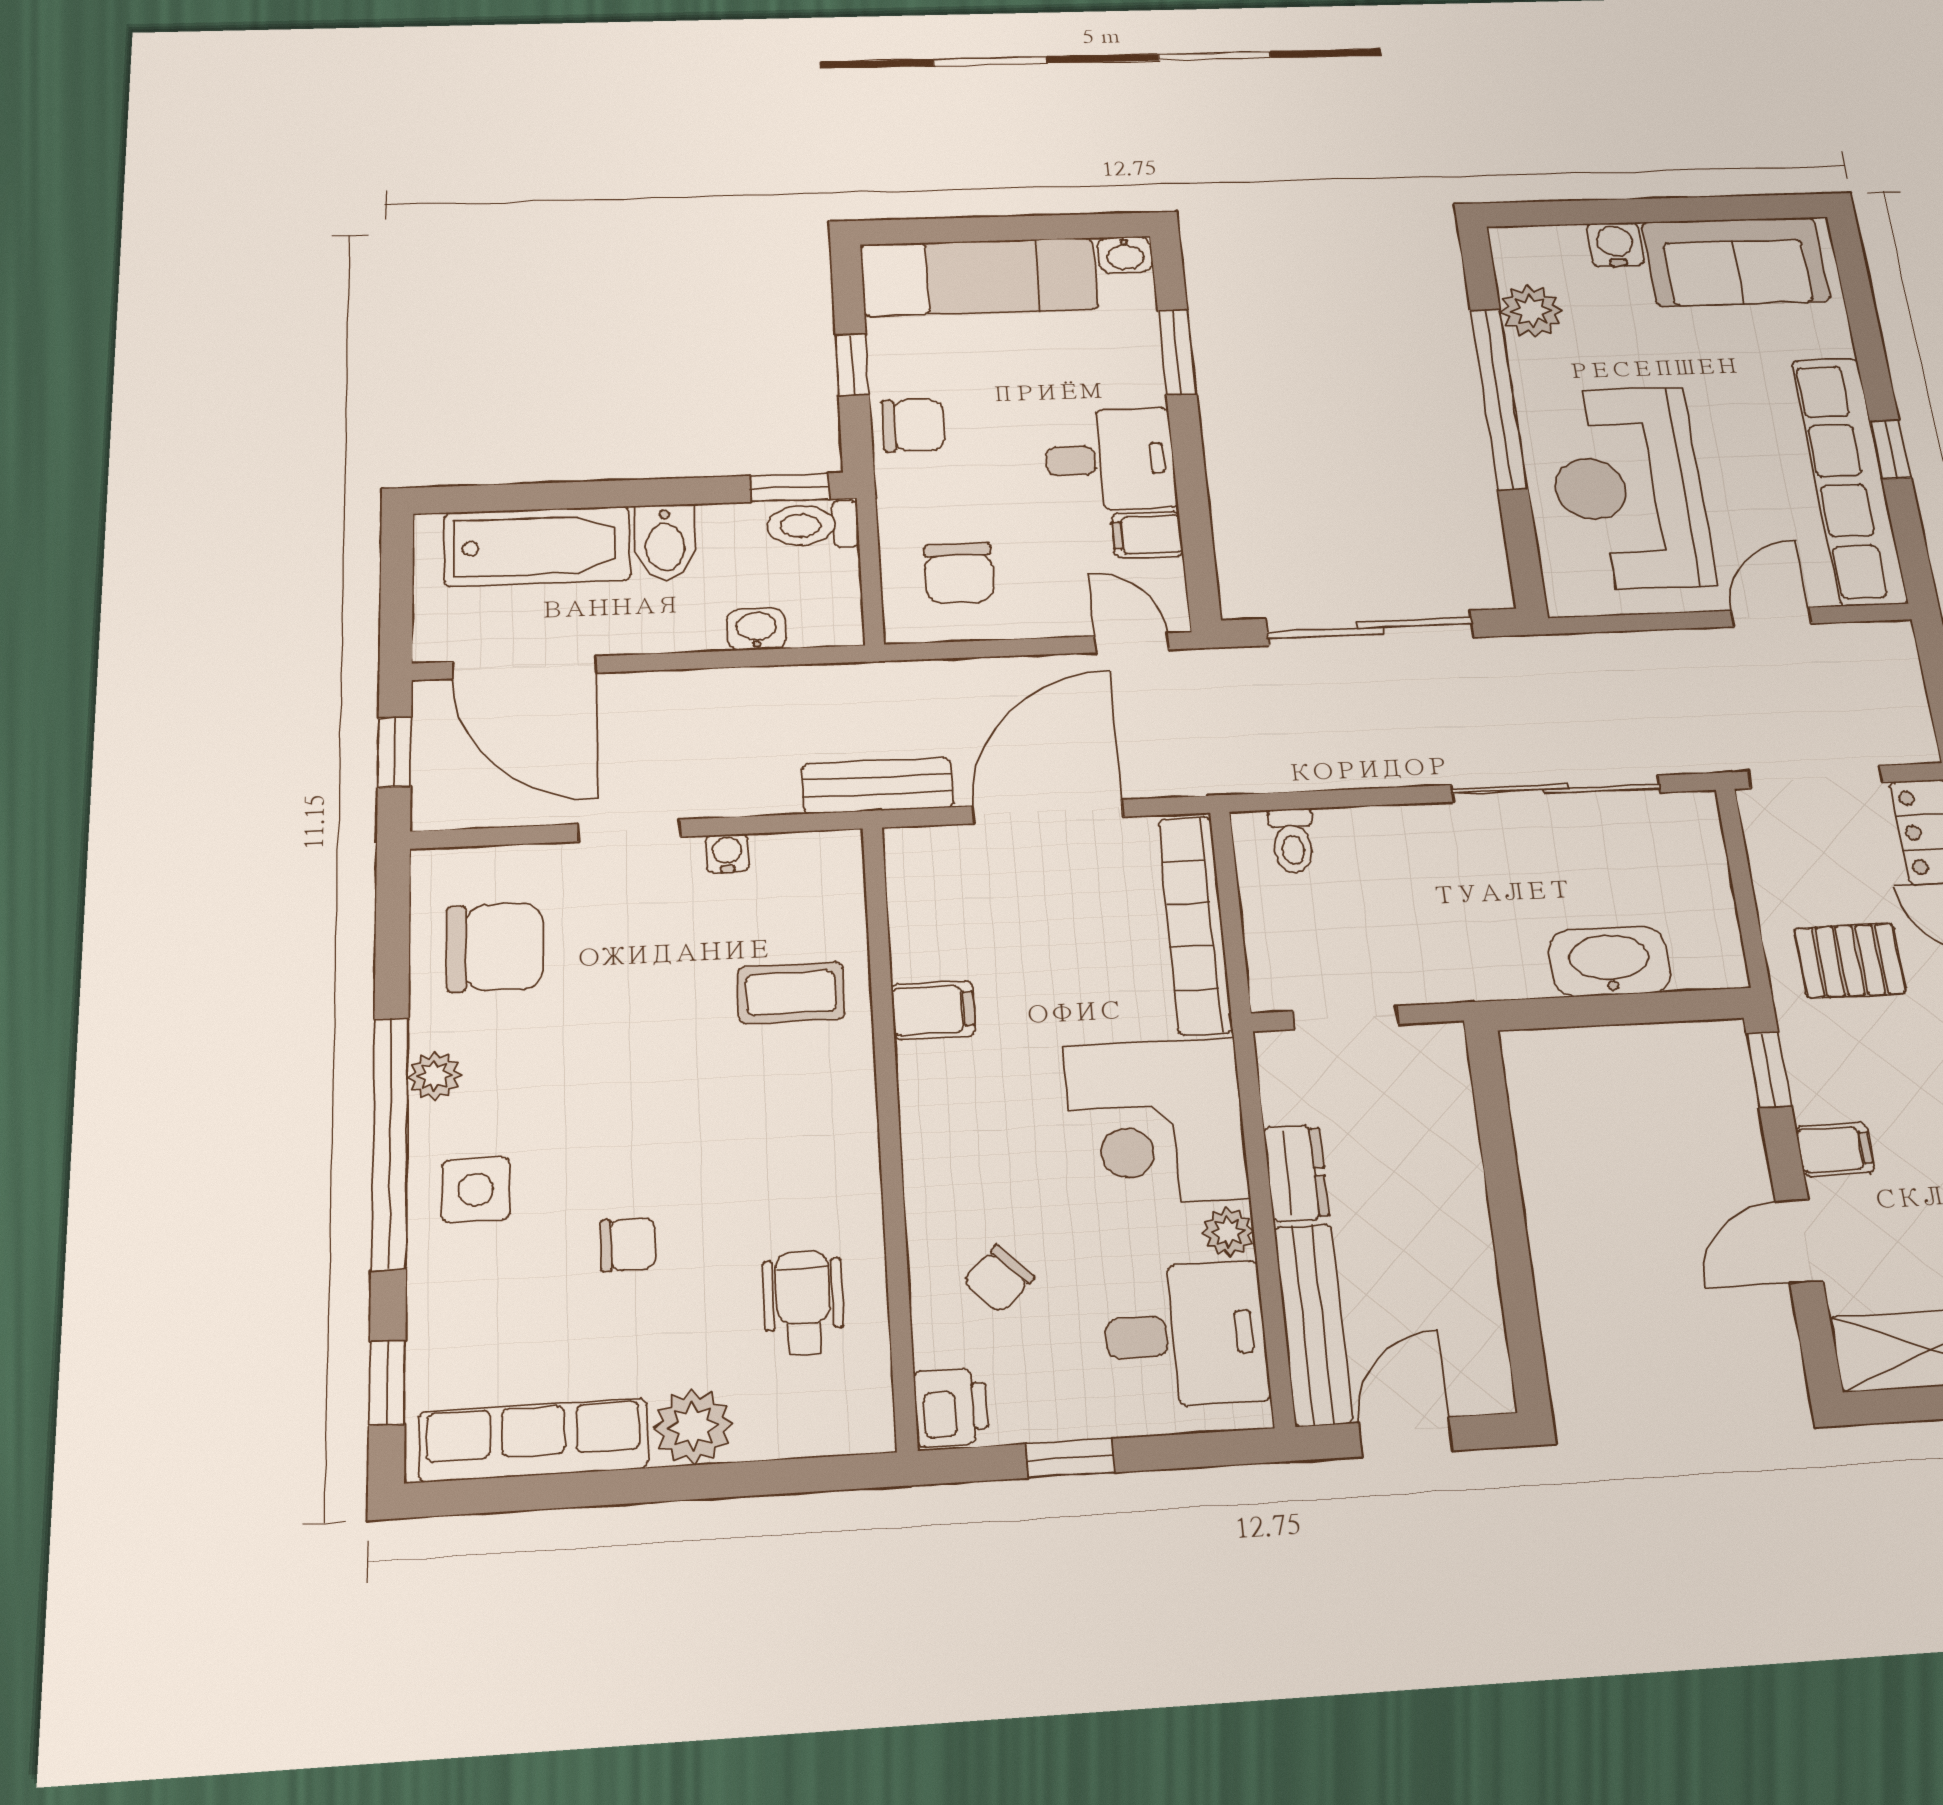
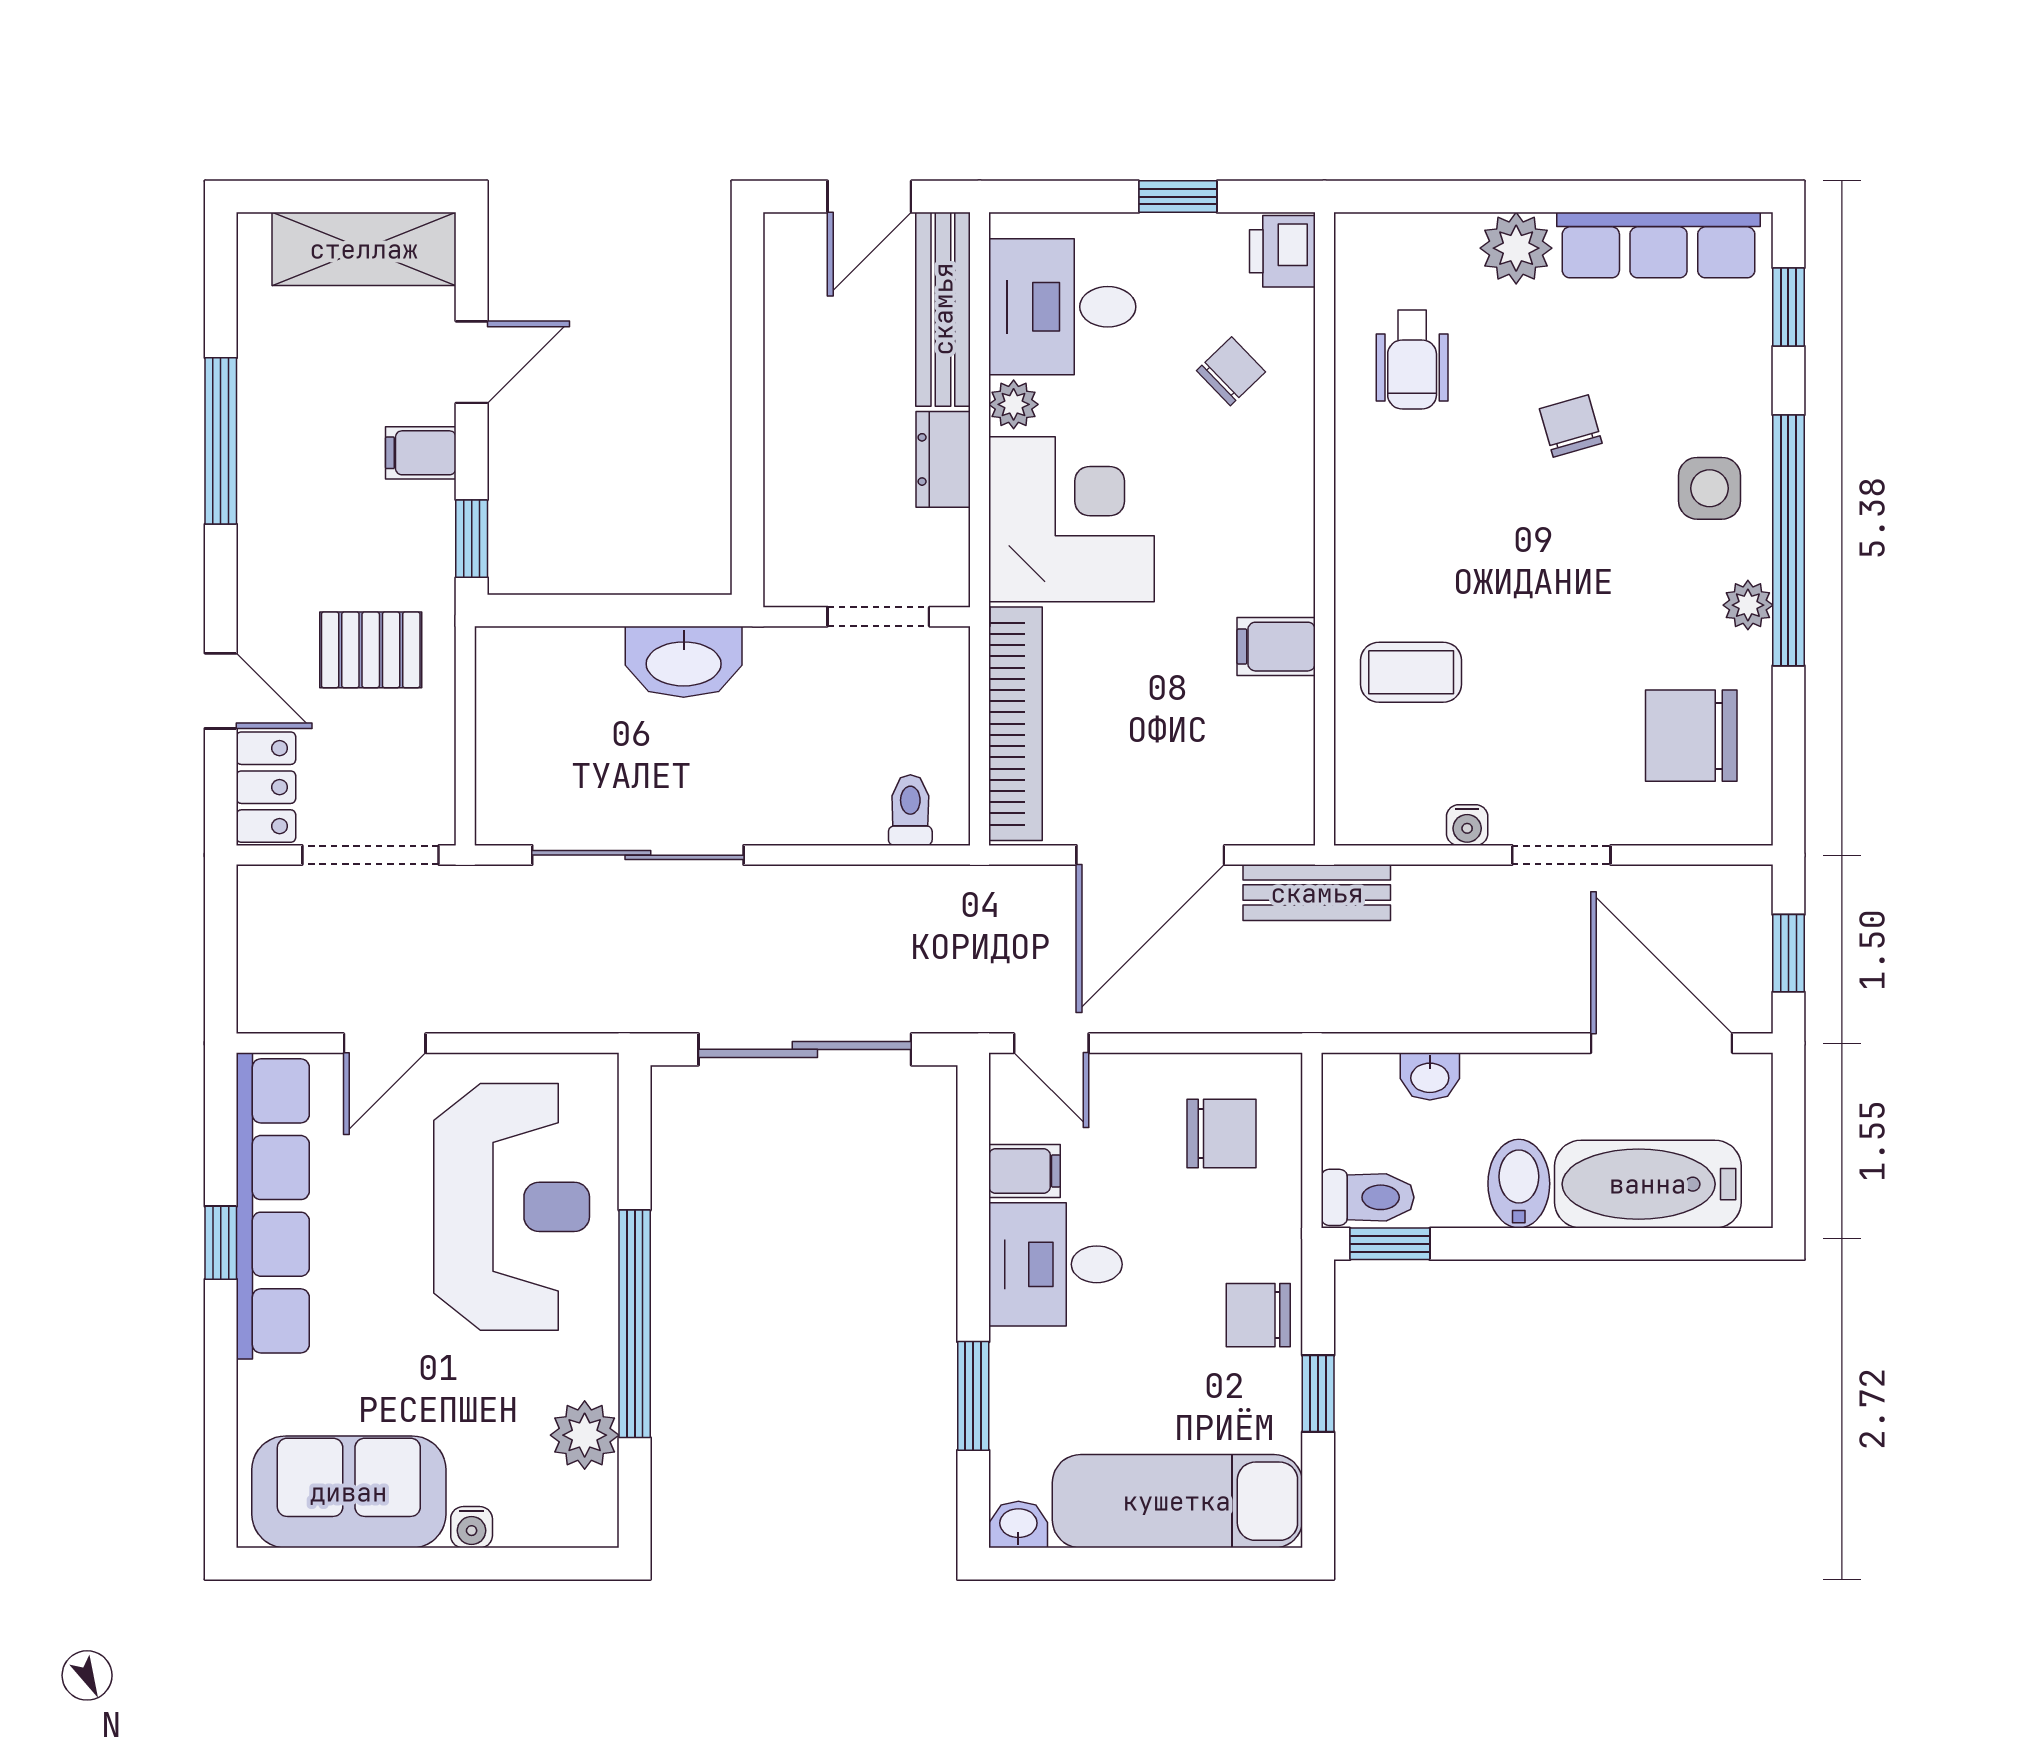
water cooler: (1615, 244) -> (472, 1527), width x0.72, depth x0.72
chair: (959, 573) -> (1221, 1134), turned 90
washbasin: (1610, 962) -> (684, 662), moved
chair: (628, 1244) -> (1571, 426), turned 74

